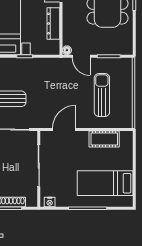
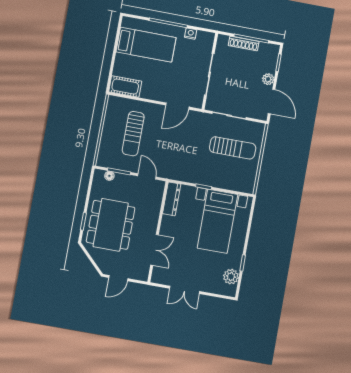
dresser: (53, 24) -> (172, 199), moved
floor lamp: (67, 50) -> (109, 176), moved
cot: (104, 139) -> (125, 87), moved
nightstand: (50, 202) -> (191, 34), moved

